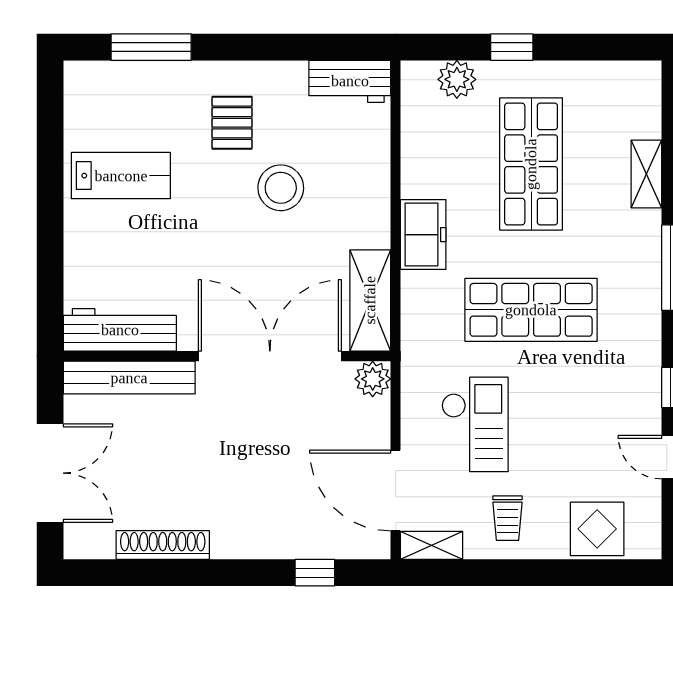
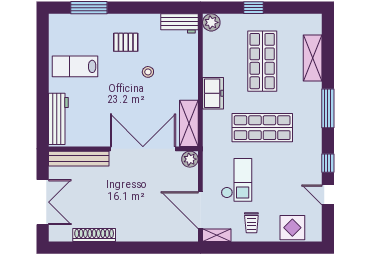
plant: (457, 79) -> (211, 22), moved
pallet: (232, 123) -> (126, 42), turned 90
shelving: (646, 174) -> (313, 58), width x1.50, depth x1.33
lab bench: (121, 176) -> (75, 66), turned 180
stool: (281, 188) -> (148, 72), width x0.53, depth x0.53
workbench: (120, 330) -> (58, 119), moved, turned 90
window: (315, 573) -> (164, 248), removed

